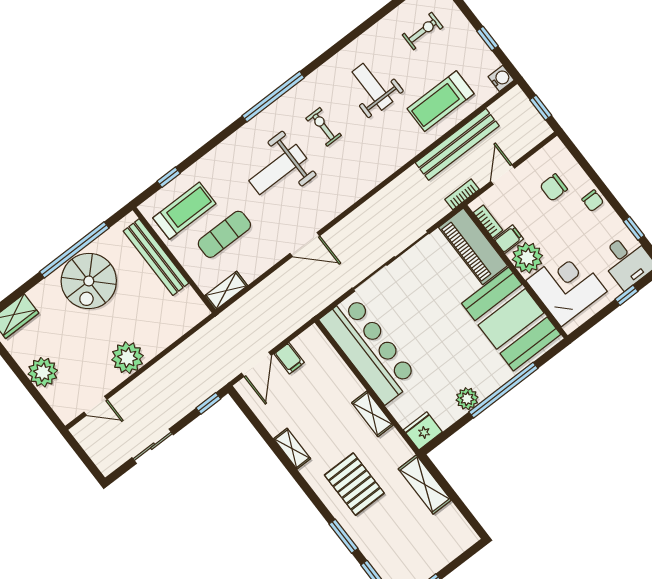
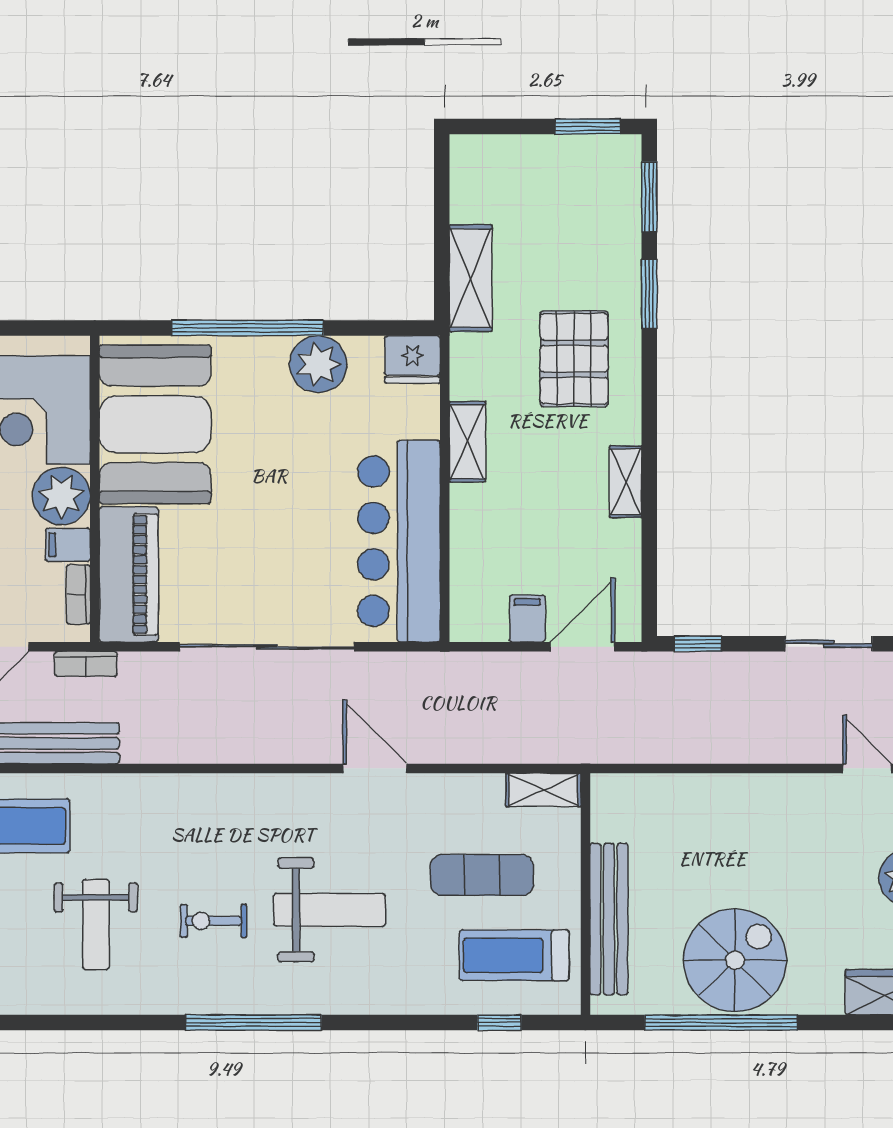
exercise bike: (324, 127) -> (213, 921), turned 90
plant: (128, 358) -> (765, 803), removed
plant: (467, 399) -> (318, 364), width x1.36, depth x1.36

